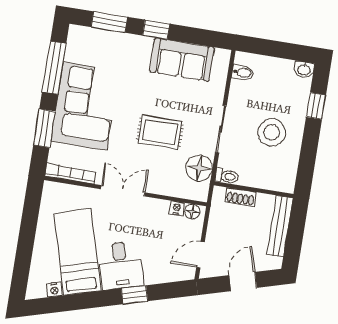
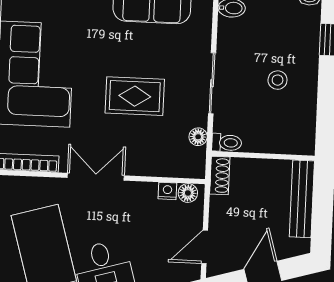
stool: (272, 132) -> (278, 80), width x0.53, depth x0.53
floor lamp: (199, 168) -> (198, 137), width x0.53, depth x0.53
shoe rack: (241, 197) -> (220, 175), moved, turned -90

